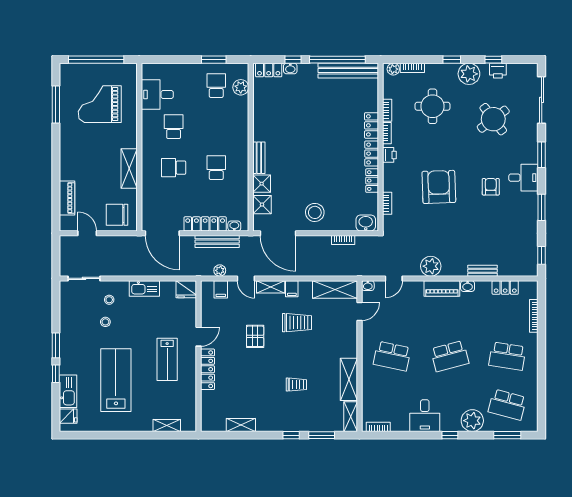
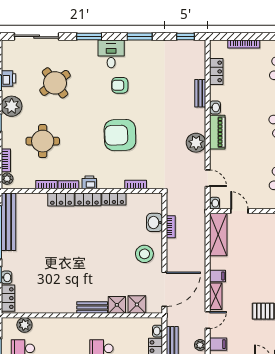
washbasin: (366, 223) -> (155, 222), moved
trolley: (297, 323) -> (250, 271), removed

